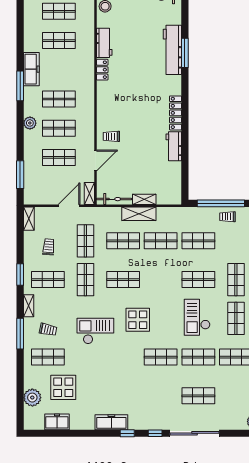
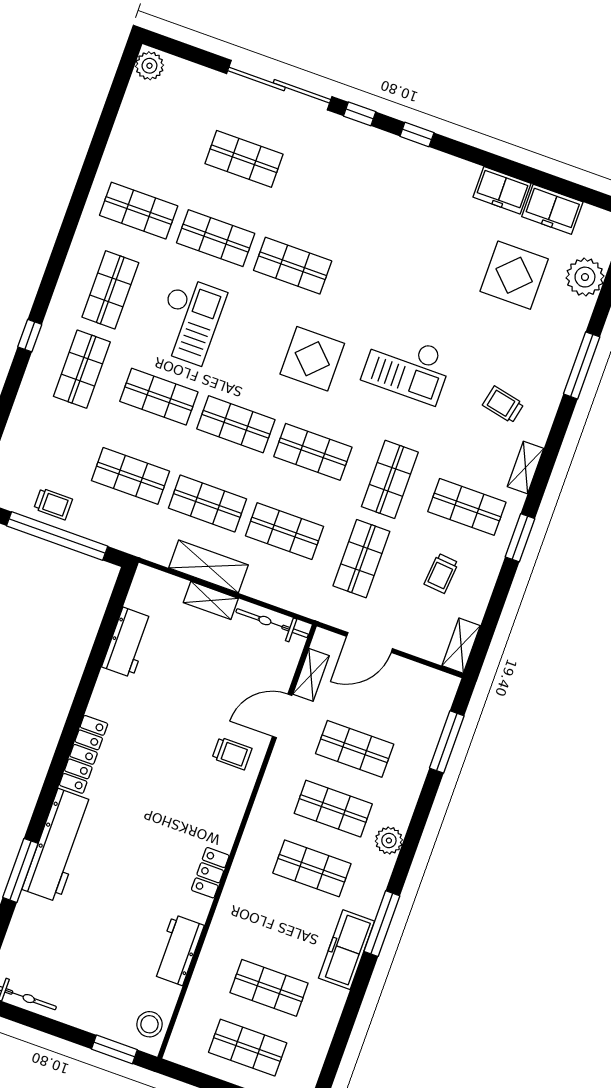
workbench: (172, 50) -> (58, 845), moved
locker: (102, 70) -> (210, 873), moved
workbench: (174, 146) -> (128, 642), moved
shelving: (89, 193) -> (311, 675), moved
shelving: (139, 214) -> (209, 566), moved
window: (20, 334) -> (582, 365), moved
shop shelf: (48, 357) -> (236, 424), moved
freezer: (111, 422) -> (502, 190), moved, width x0.71

